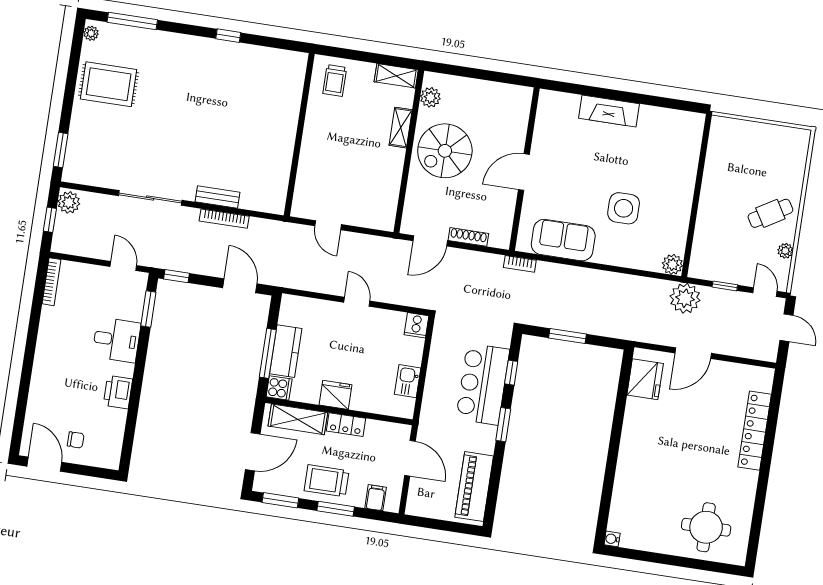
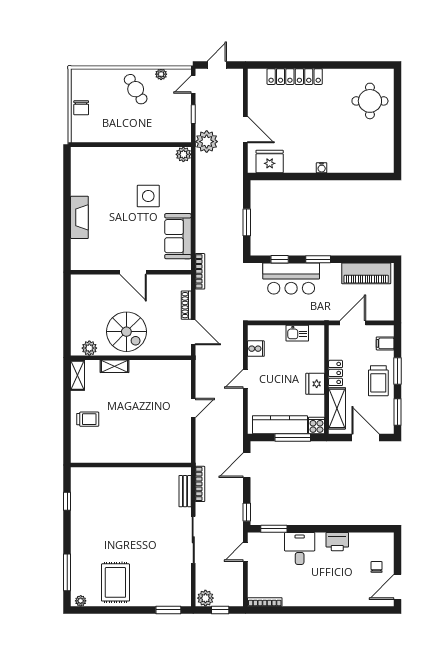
wall: (299, 135) -> (131, 465), moved
chair: (757, 136) -> (81, 108), added
bookcase: (520, 264) -> (200, 271), width x1.56
cooker: (416, 325) -> (256, 349), moved
kitchen counter: (286, 351) -> (280, 425), width x1.50
water cooler: (612, 539) -> (322, 168), moved

